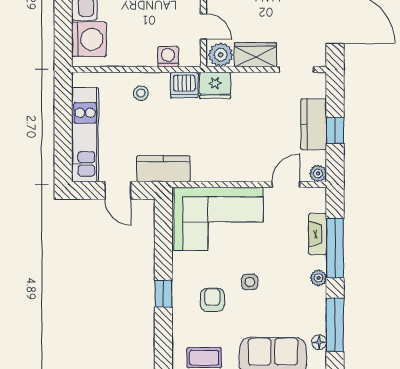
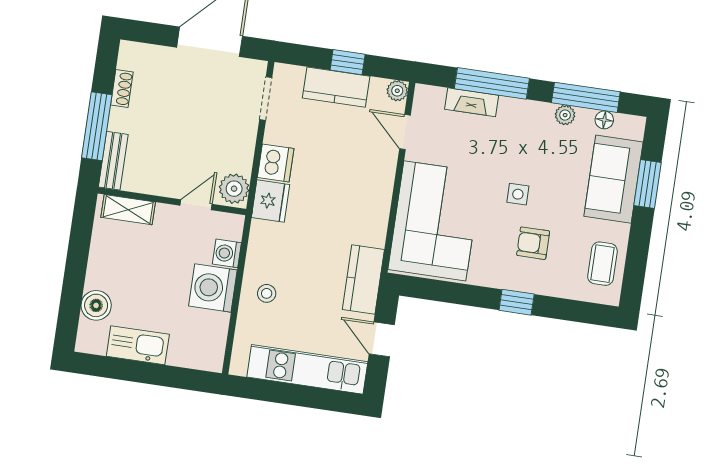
washing machine: (89, 39) -> (213, 288), moved, turned -90
wardrobe: (256, 55) -> (240, 146), removed
dishwasher: (184, 85) -> (276, 163), moved
door: (118, 190) -> (382, 339), swing flipped
plant: (318, 278) -> (565, 115), moved

